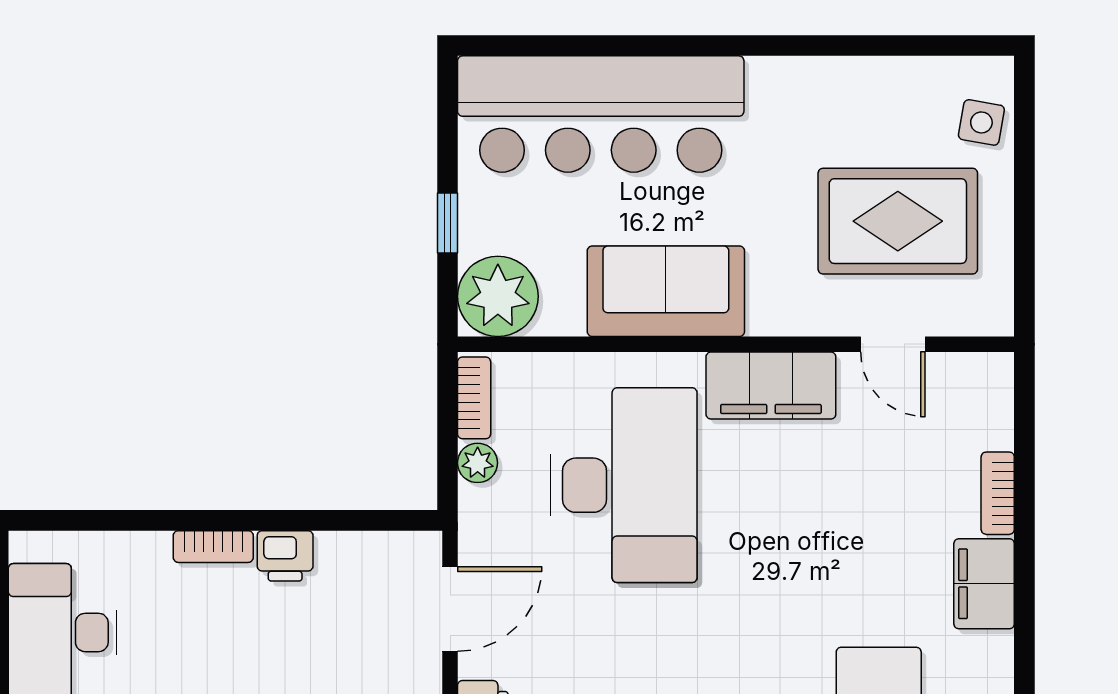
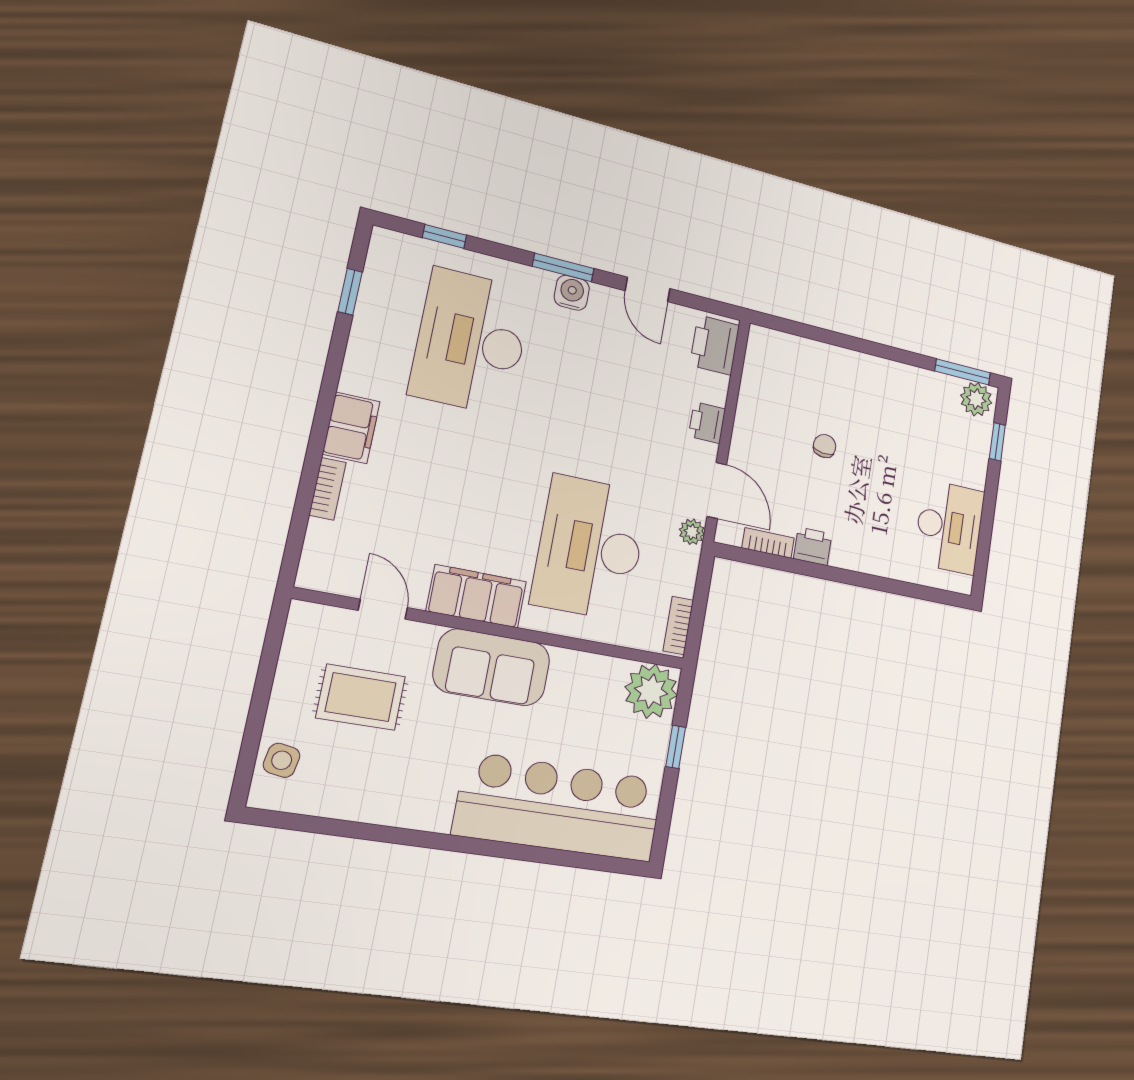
rug: (898, 221) -> (361, 697), width x0.73, depth x0.70
sofa: (666, 291) -> (492, 667), moved
plant: (478, 463) -> (692, 532), moved
bookcase: (213, 547) -> (768, 543), moved
door: (450, 609) -> (717, 490), swing flipped

